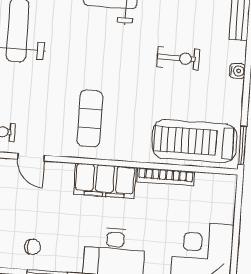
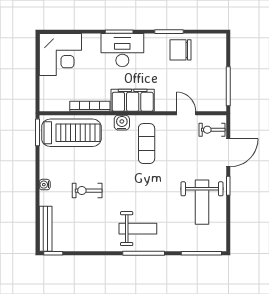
water cooler: (122, 150) -> (122, 123), added
chair: (33, 247) -> (181, 50), width x1.87, depth x1.87

